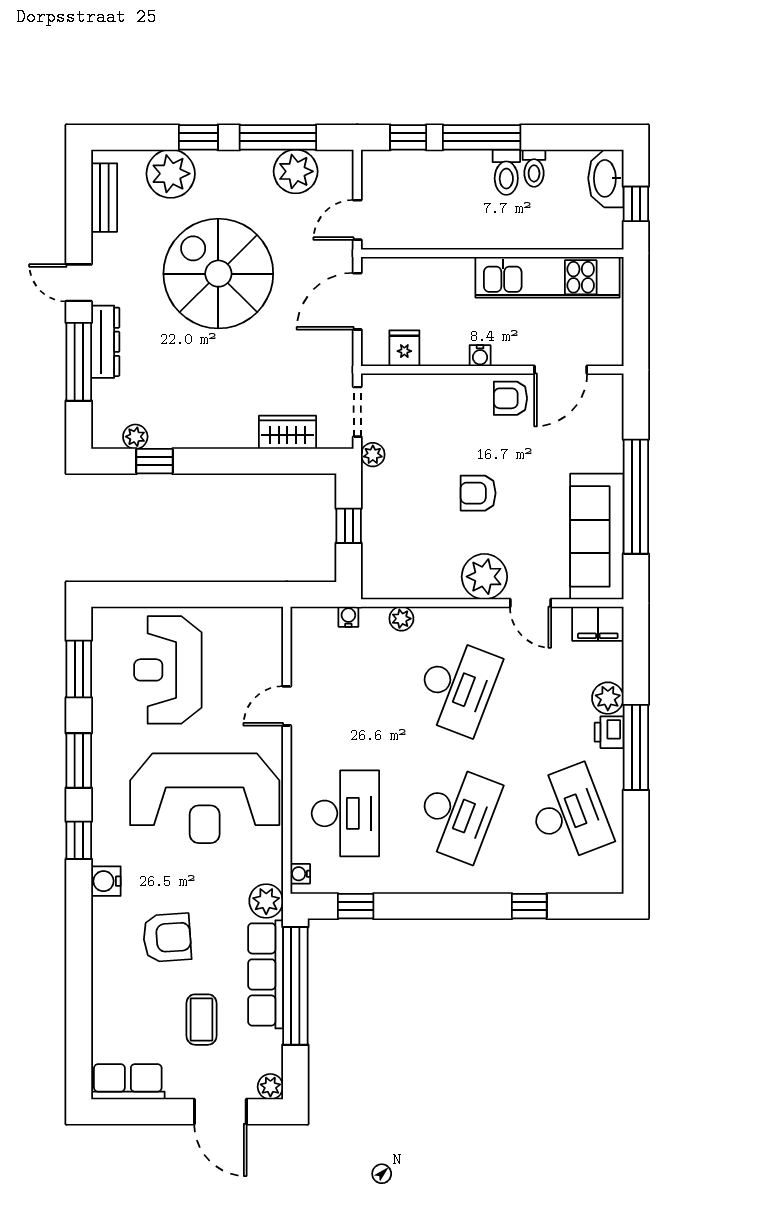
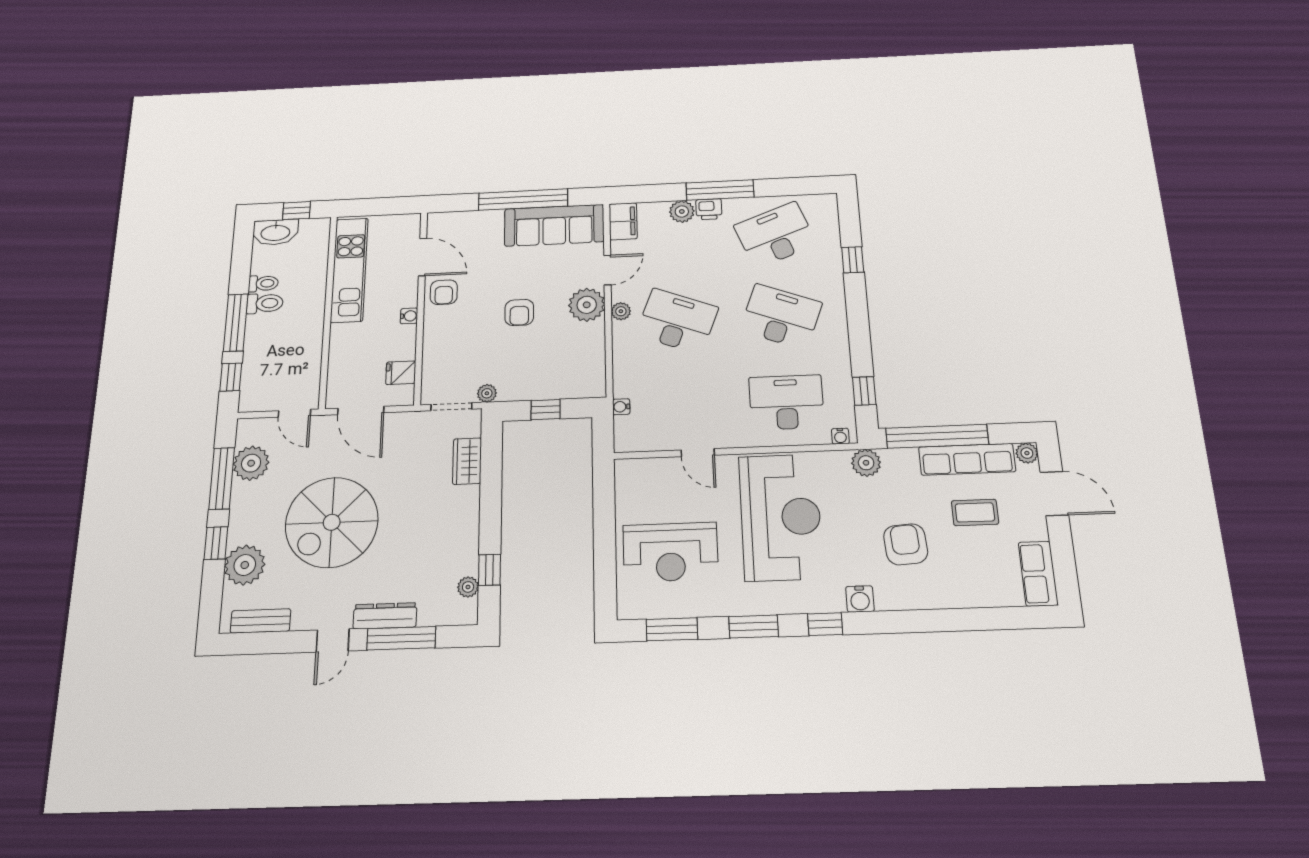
plant: (401, 619) -> (621, 311), moved
row of seats: (266, 974) -> (967, 459), moved
door: (220, 1112) -> (1054, 494), hinge flipped

